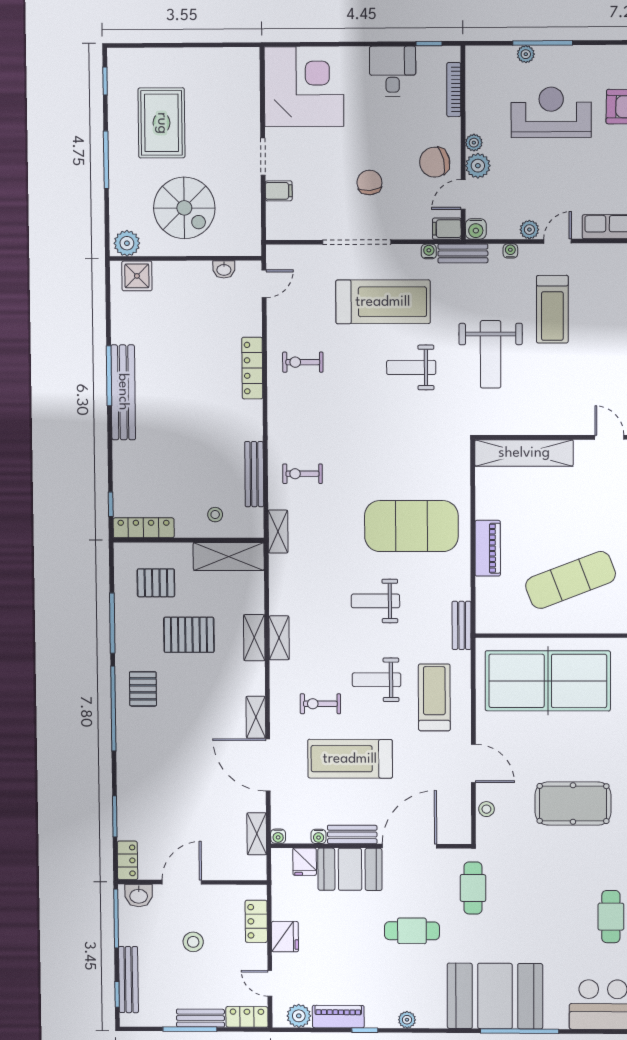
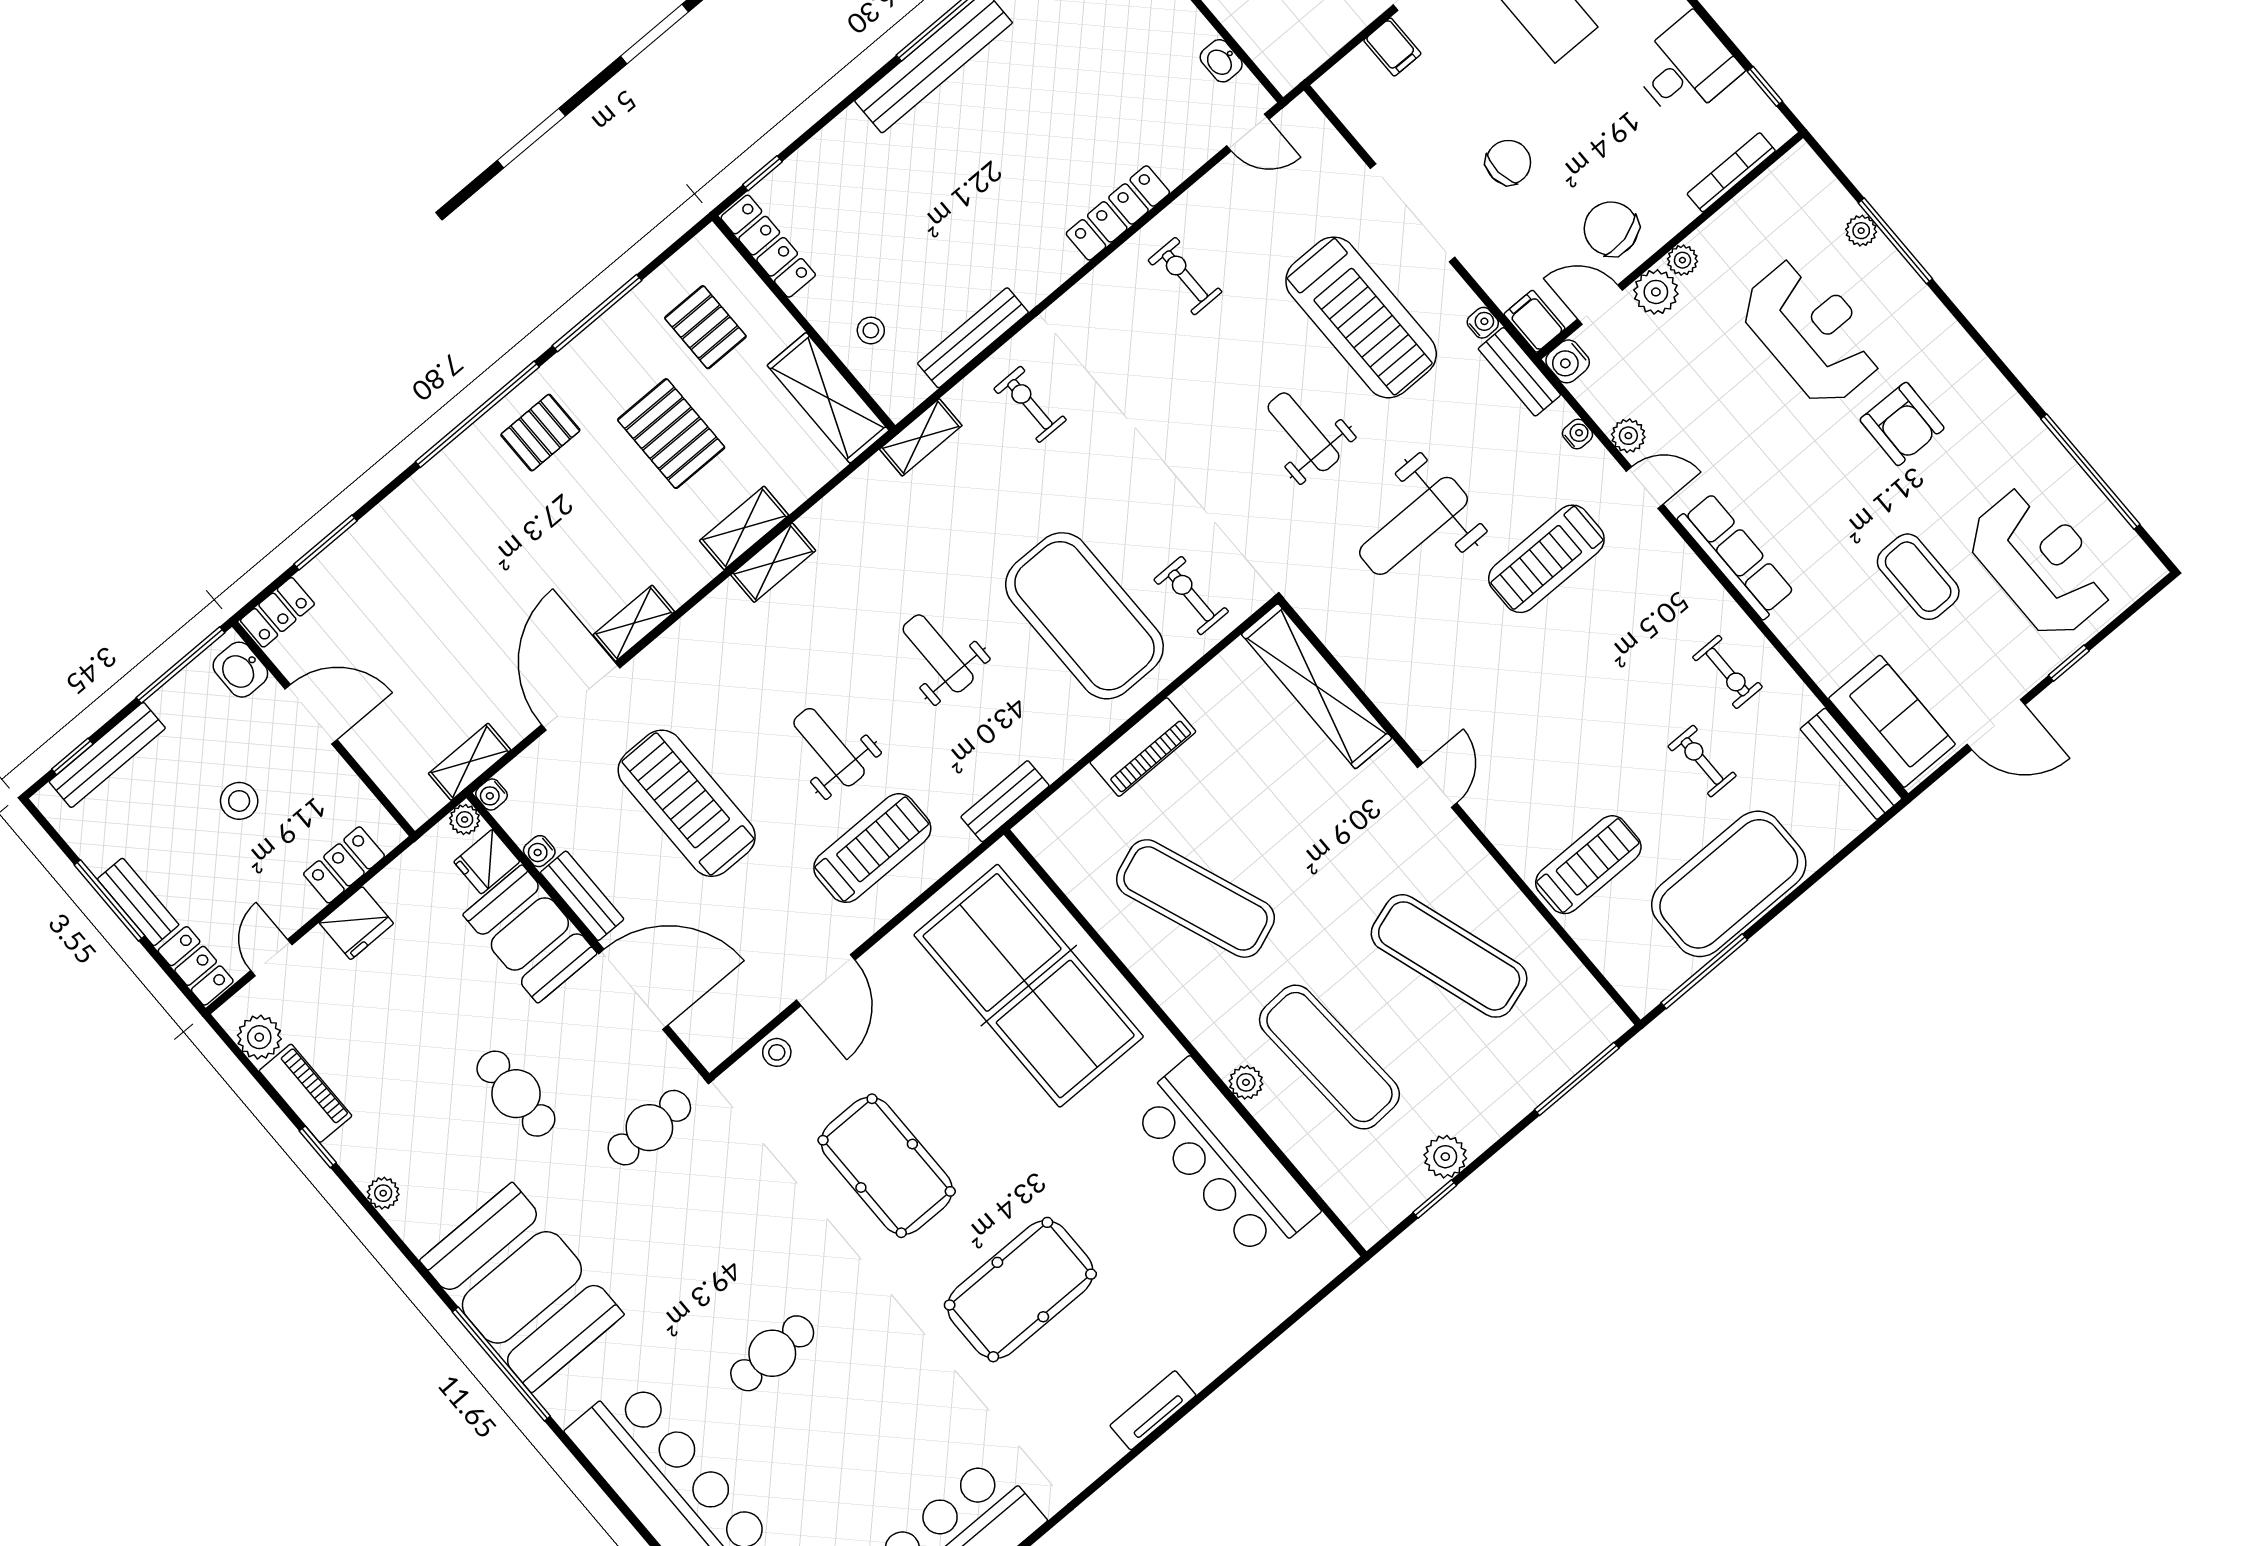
exercise bike: (320, 704) -> (1191, 596), moved
plant: (279, 856) -> (465, 819), added

